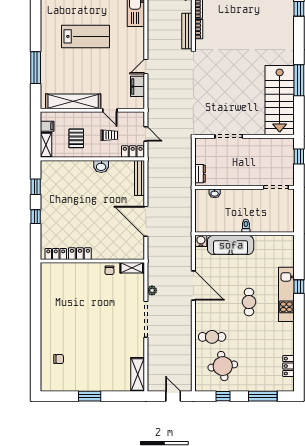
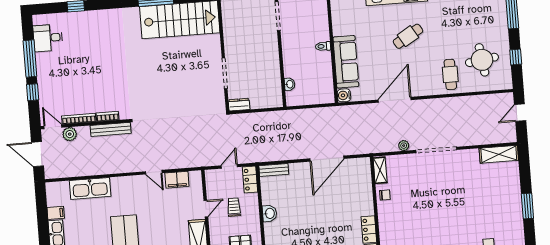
dresser: (200, 174) -> (239, 105), moved
bench: (139, 178) -> (274, 170), width x0.73
cafe table: (249, 302) -> (408, 36), turned -31

